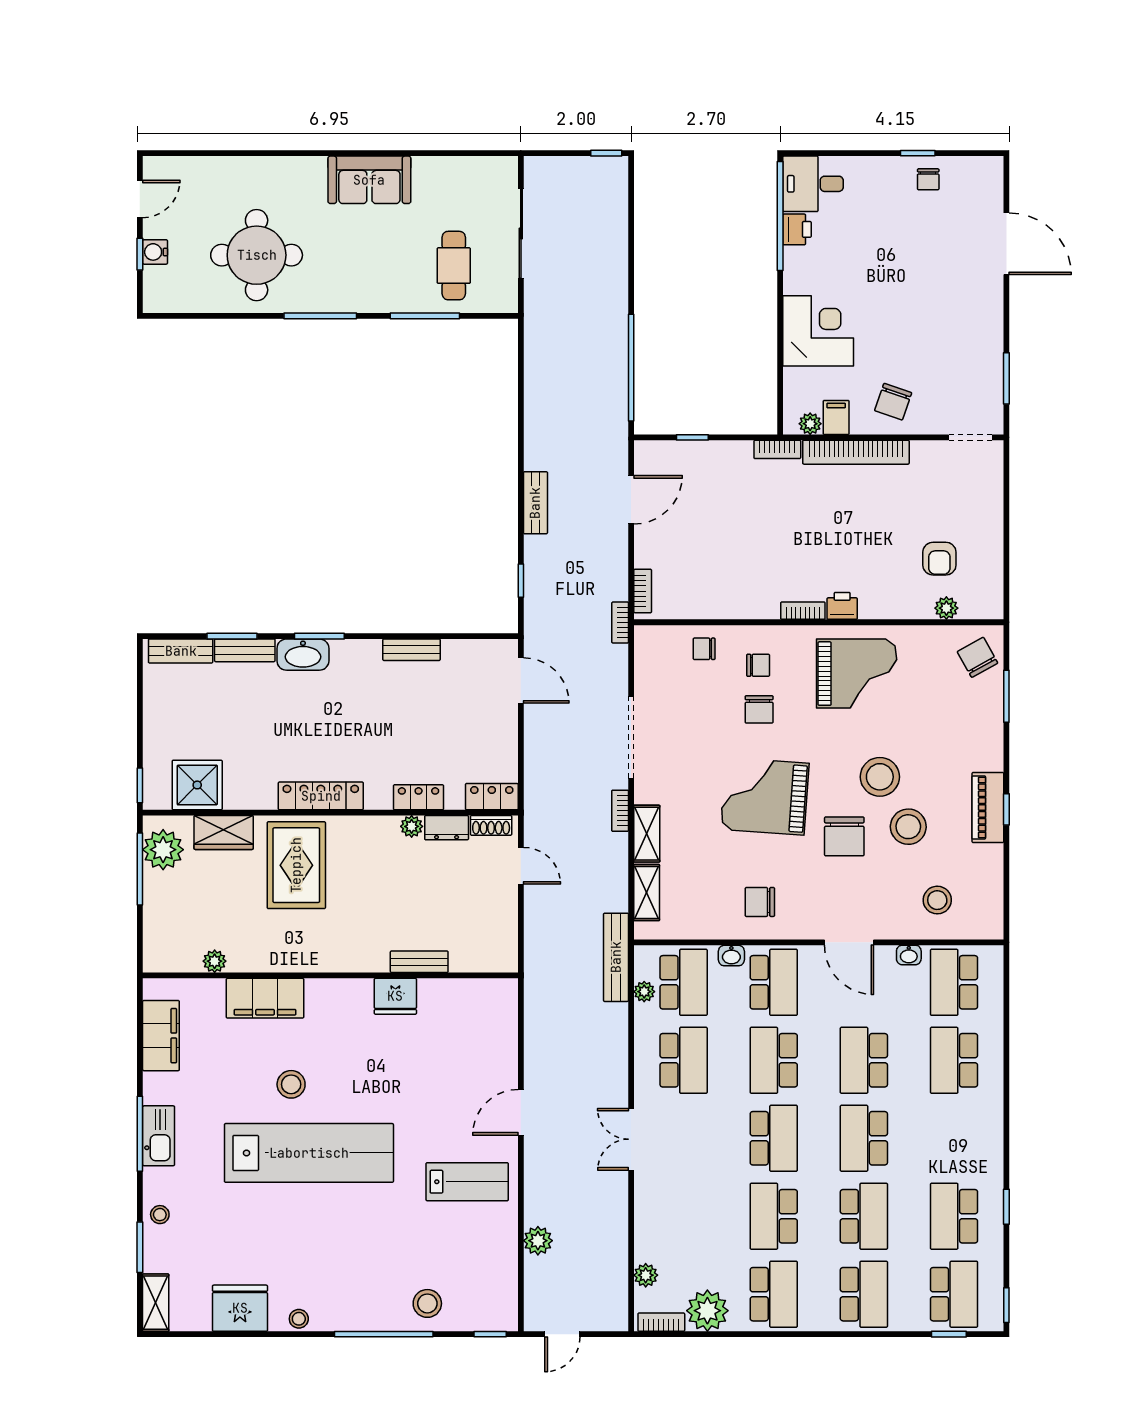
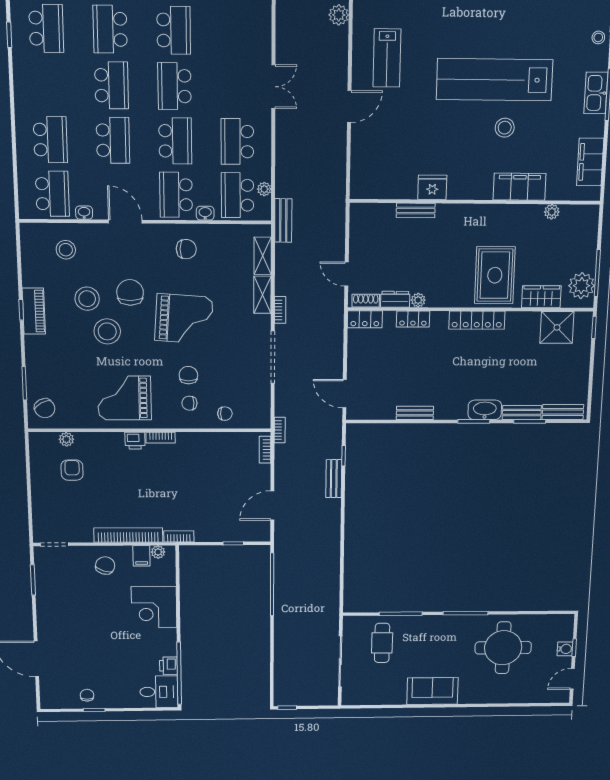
bench: (535, 503) -> (334, 479), moved
bench: (616, 957) -> (283, 220), width x0.73
lab bench: (467, 1182) -> (387, 58), turned -90

